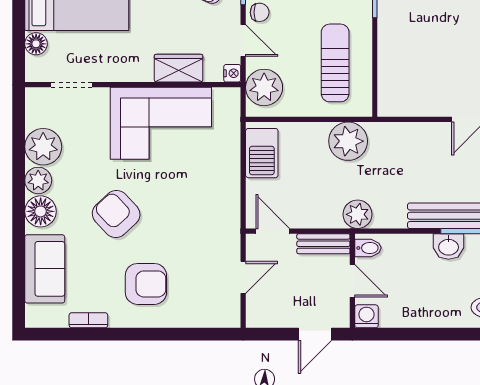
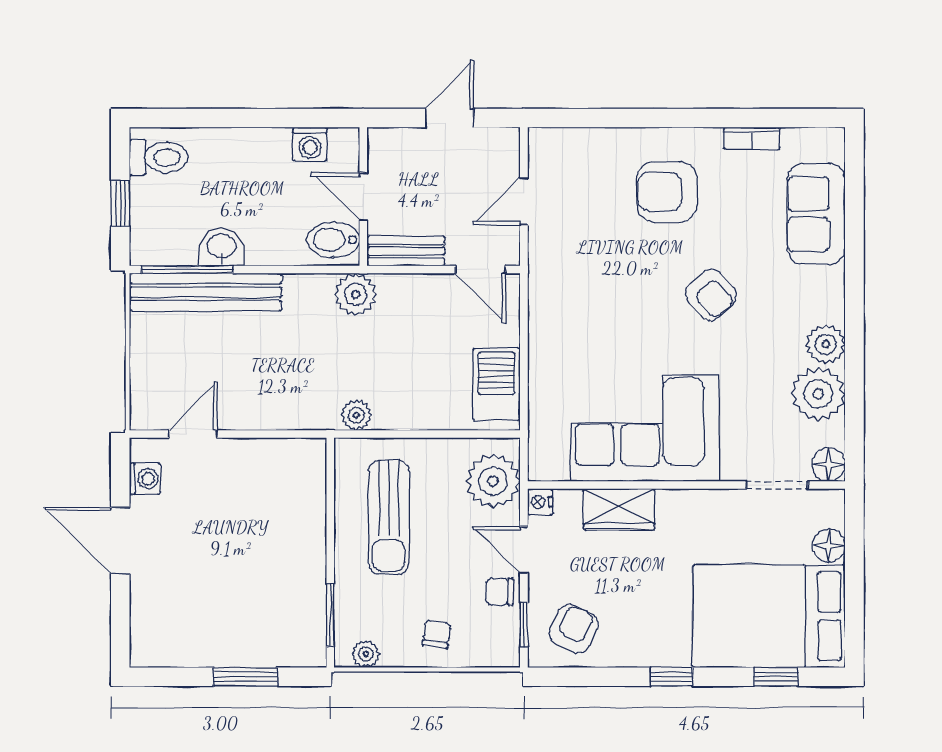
plant: (348, 141) -> (356, 415), width x0.53, depth x0.53
floor lamp: (41, 211) -> (828, 465), moved, width x0.73, depth x0.73
armchair: (116, 214) -> (711, 295), width x0.72, depth x0.72
bidet: (368, 248) -> (333, 240), width x1.38, depth x1.36
washing machine: (366, 316) -> (310, 144), moved
door: (315, 334) -> (449, 118), moved

